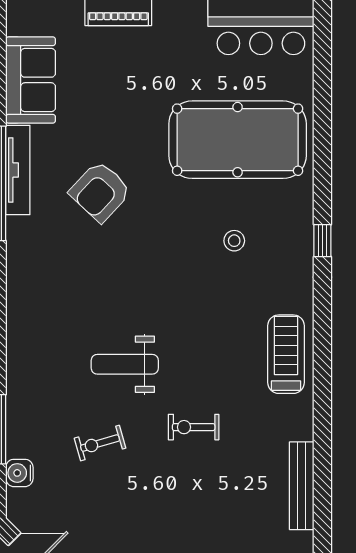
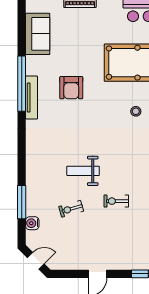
tv unit: (18, 170) -> (32, 98), moved
armchair: (100, 192) -> (71, 88), turned -43

